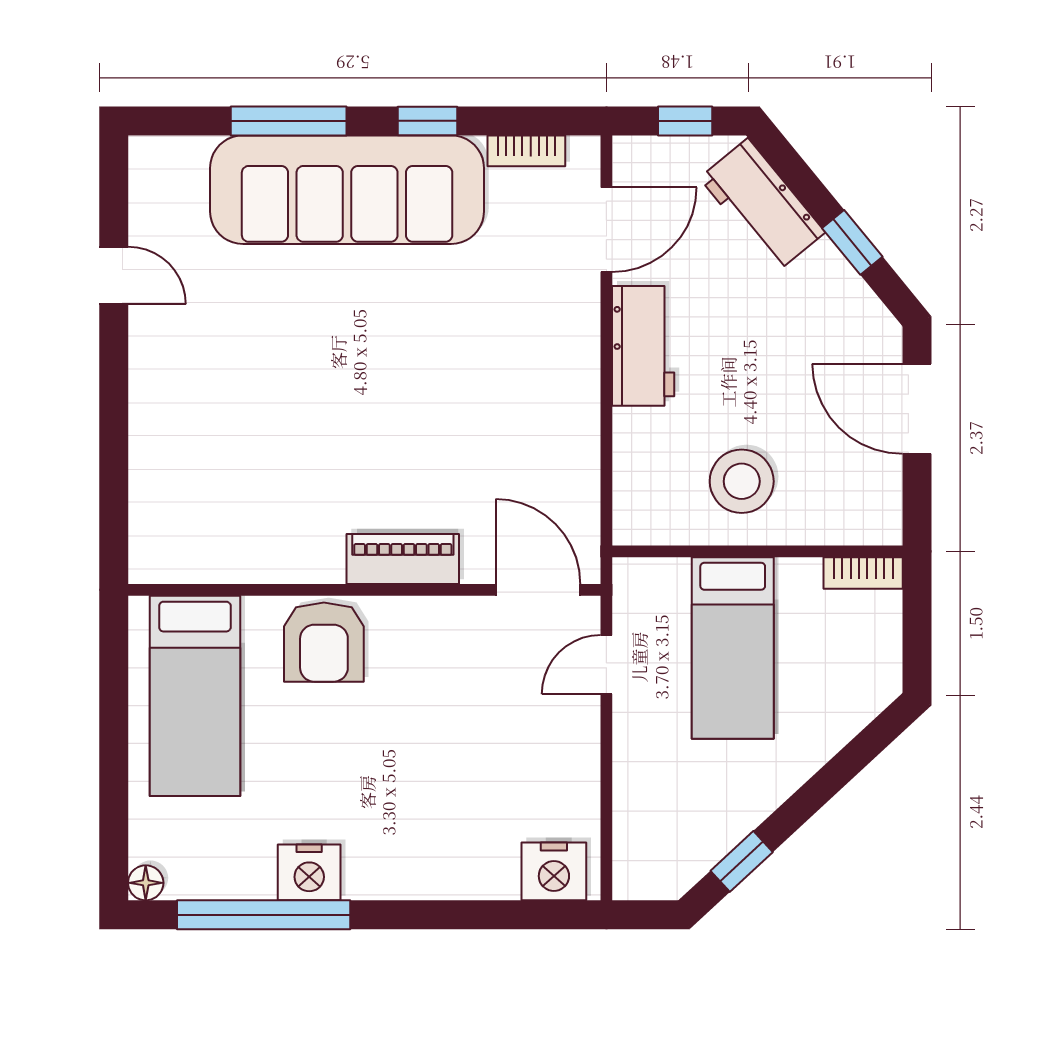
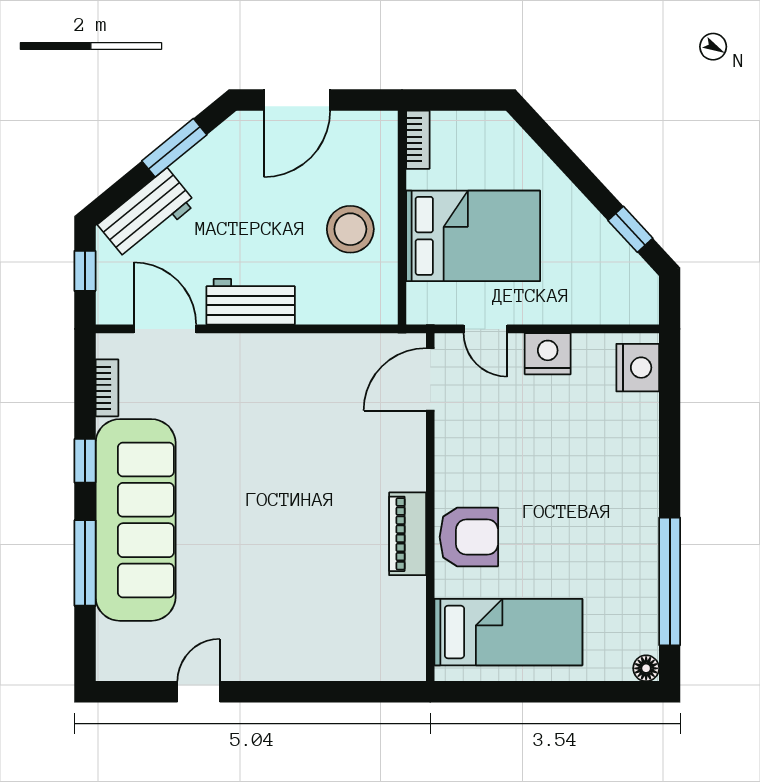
window: (852, 242) -> (174, 148), width x1.50
piano: (403, 559) -> (408, 534), moved
bed: (733, 648) -> (473, 236), width x1.50
nightstand: (309, 872) -> (548, 354), moved, turned -90

